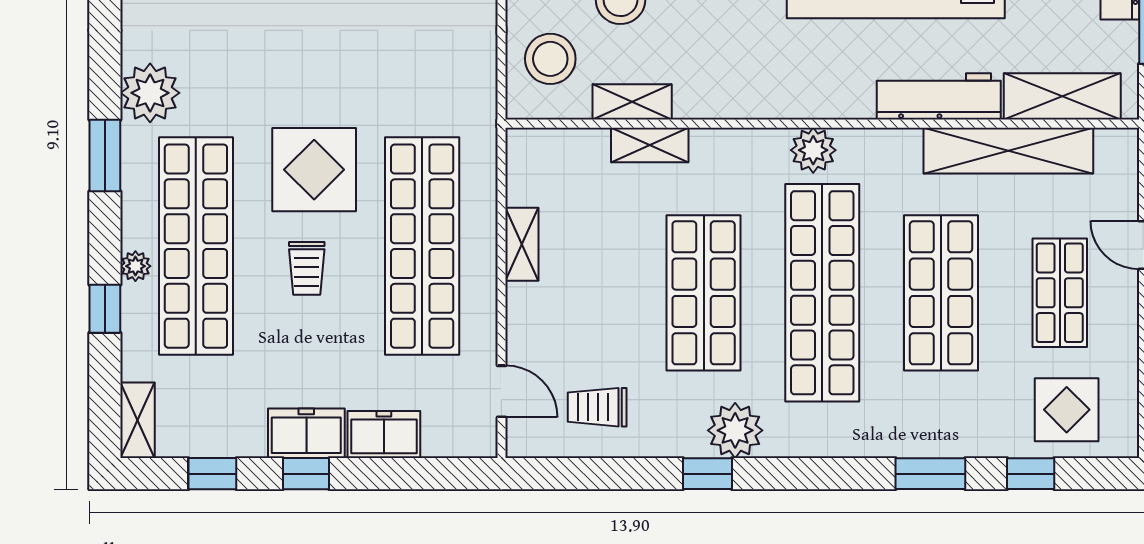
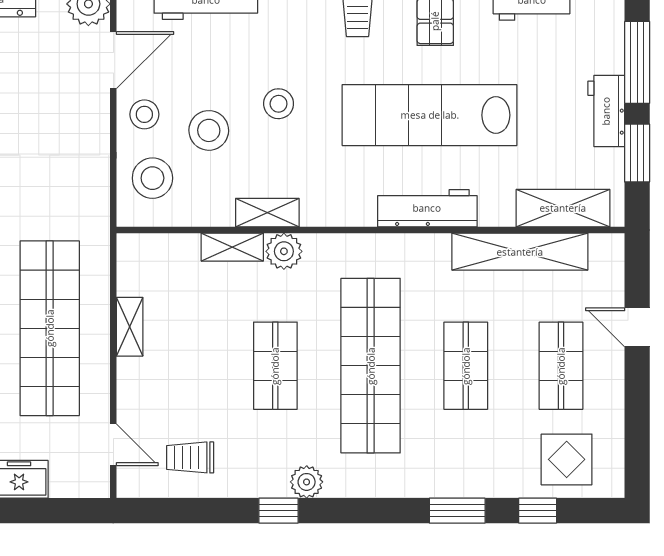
workbench: (939, 96) -> (427, 208), moved
shelving: (632, 102) -> (267, 213), moved
plant: (813, 150) -> (284, 251), moved
shop shelf: (704, 293) -> (275, 366), width x0.70, depth x0.74
shop shelf: (941, 293) -> (466, 366), width x0.70, depth x0.74
plant: (735, 430) -> (307, 482), width x0.73, depth x0.73

